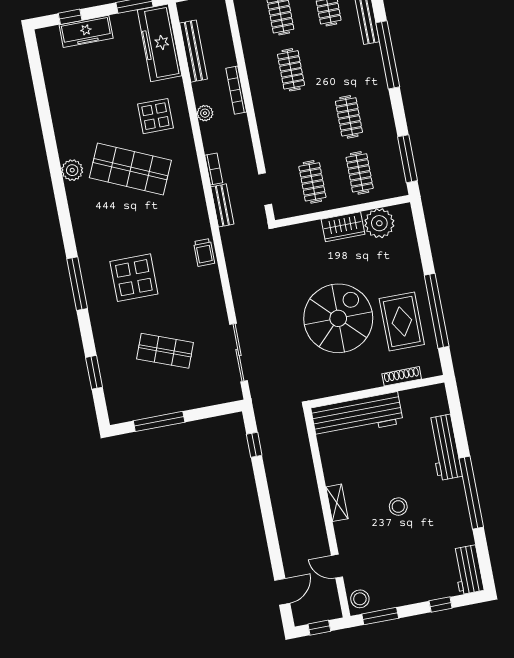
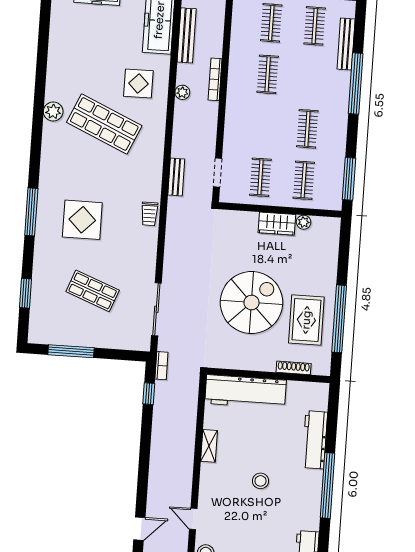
bookcase: (214, 169) -> (161, 366), moved
plant: (379, 223) -> (304, 222), width x0.53, depth x0.53
shelving: (337, 503) -> (209, 446), moved

